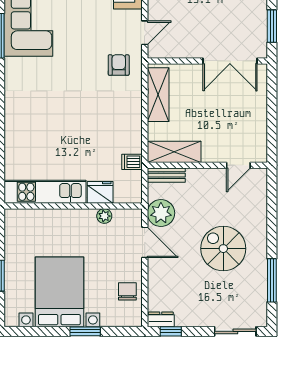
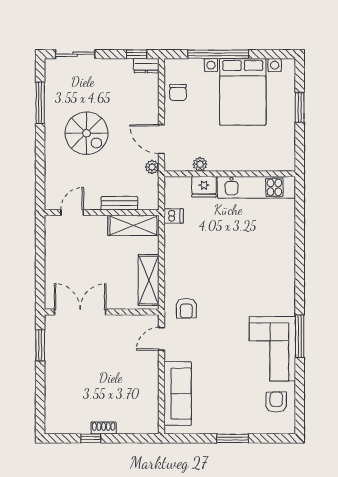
bench: (166, 175) -> (119, 203), moved
plant: (161, 213) -> (152, 167), width x0.53, depth x0.53
window: (85, 331) -> (218, 54), width x2.11

